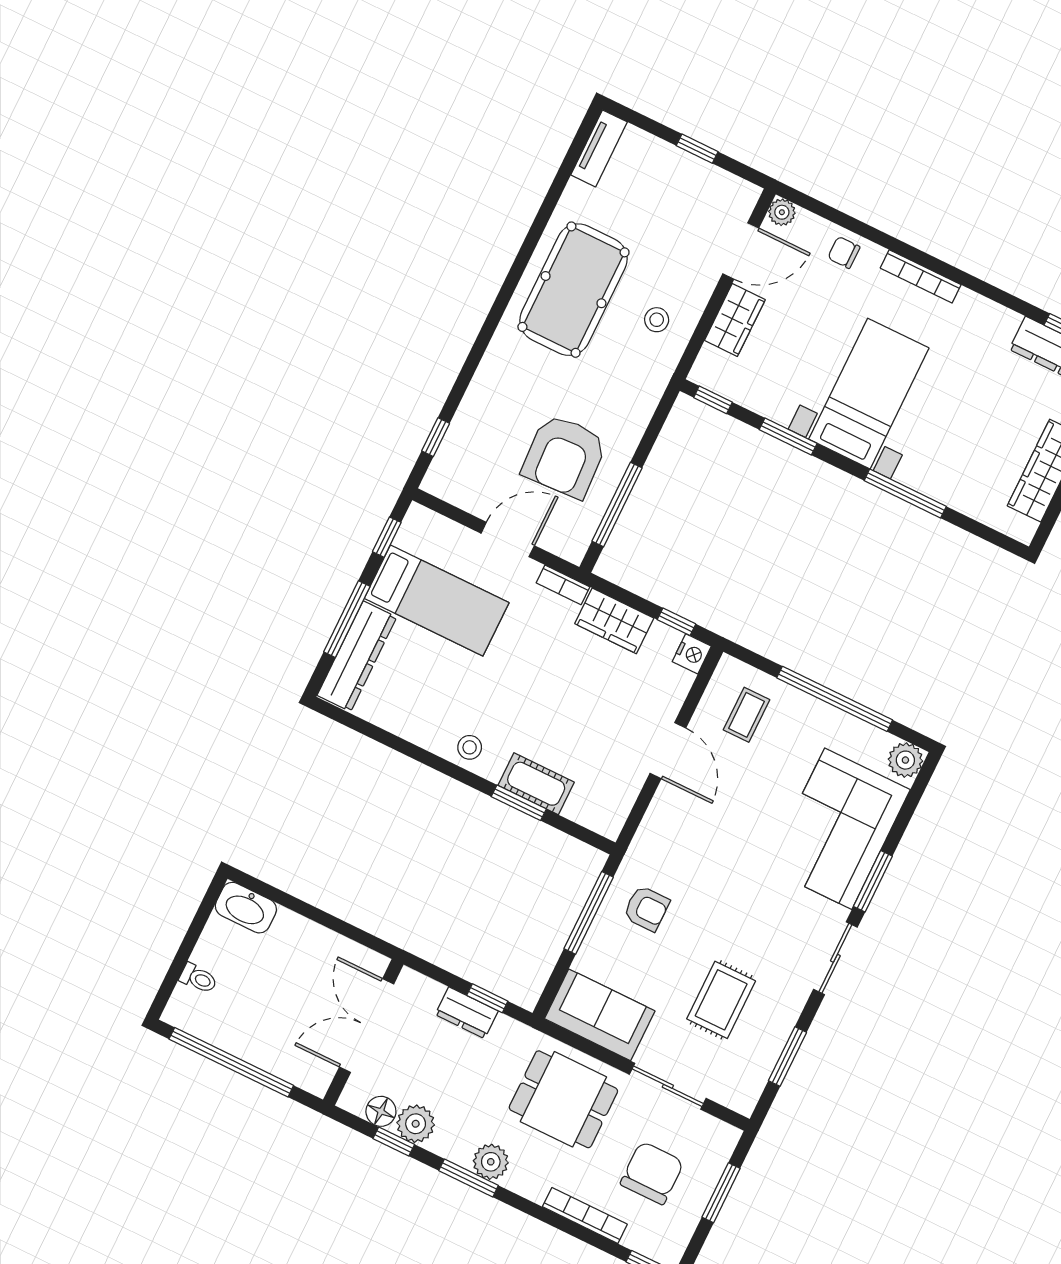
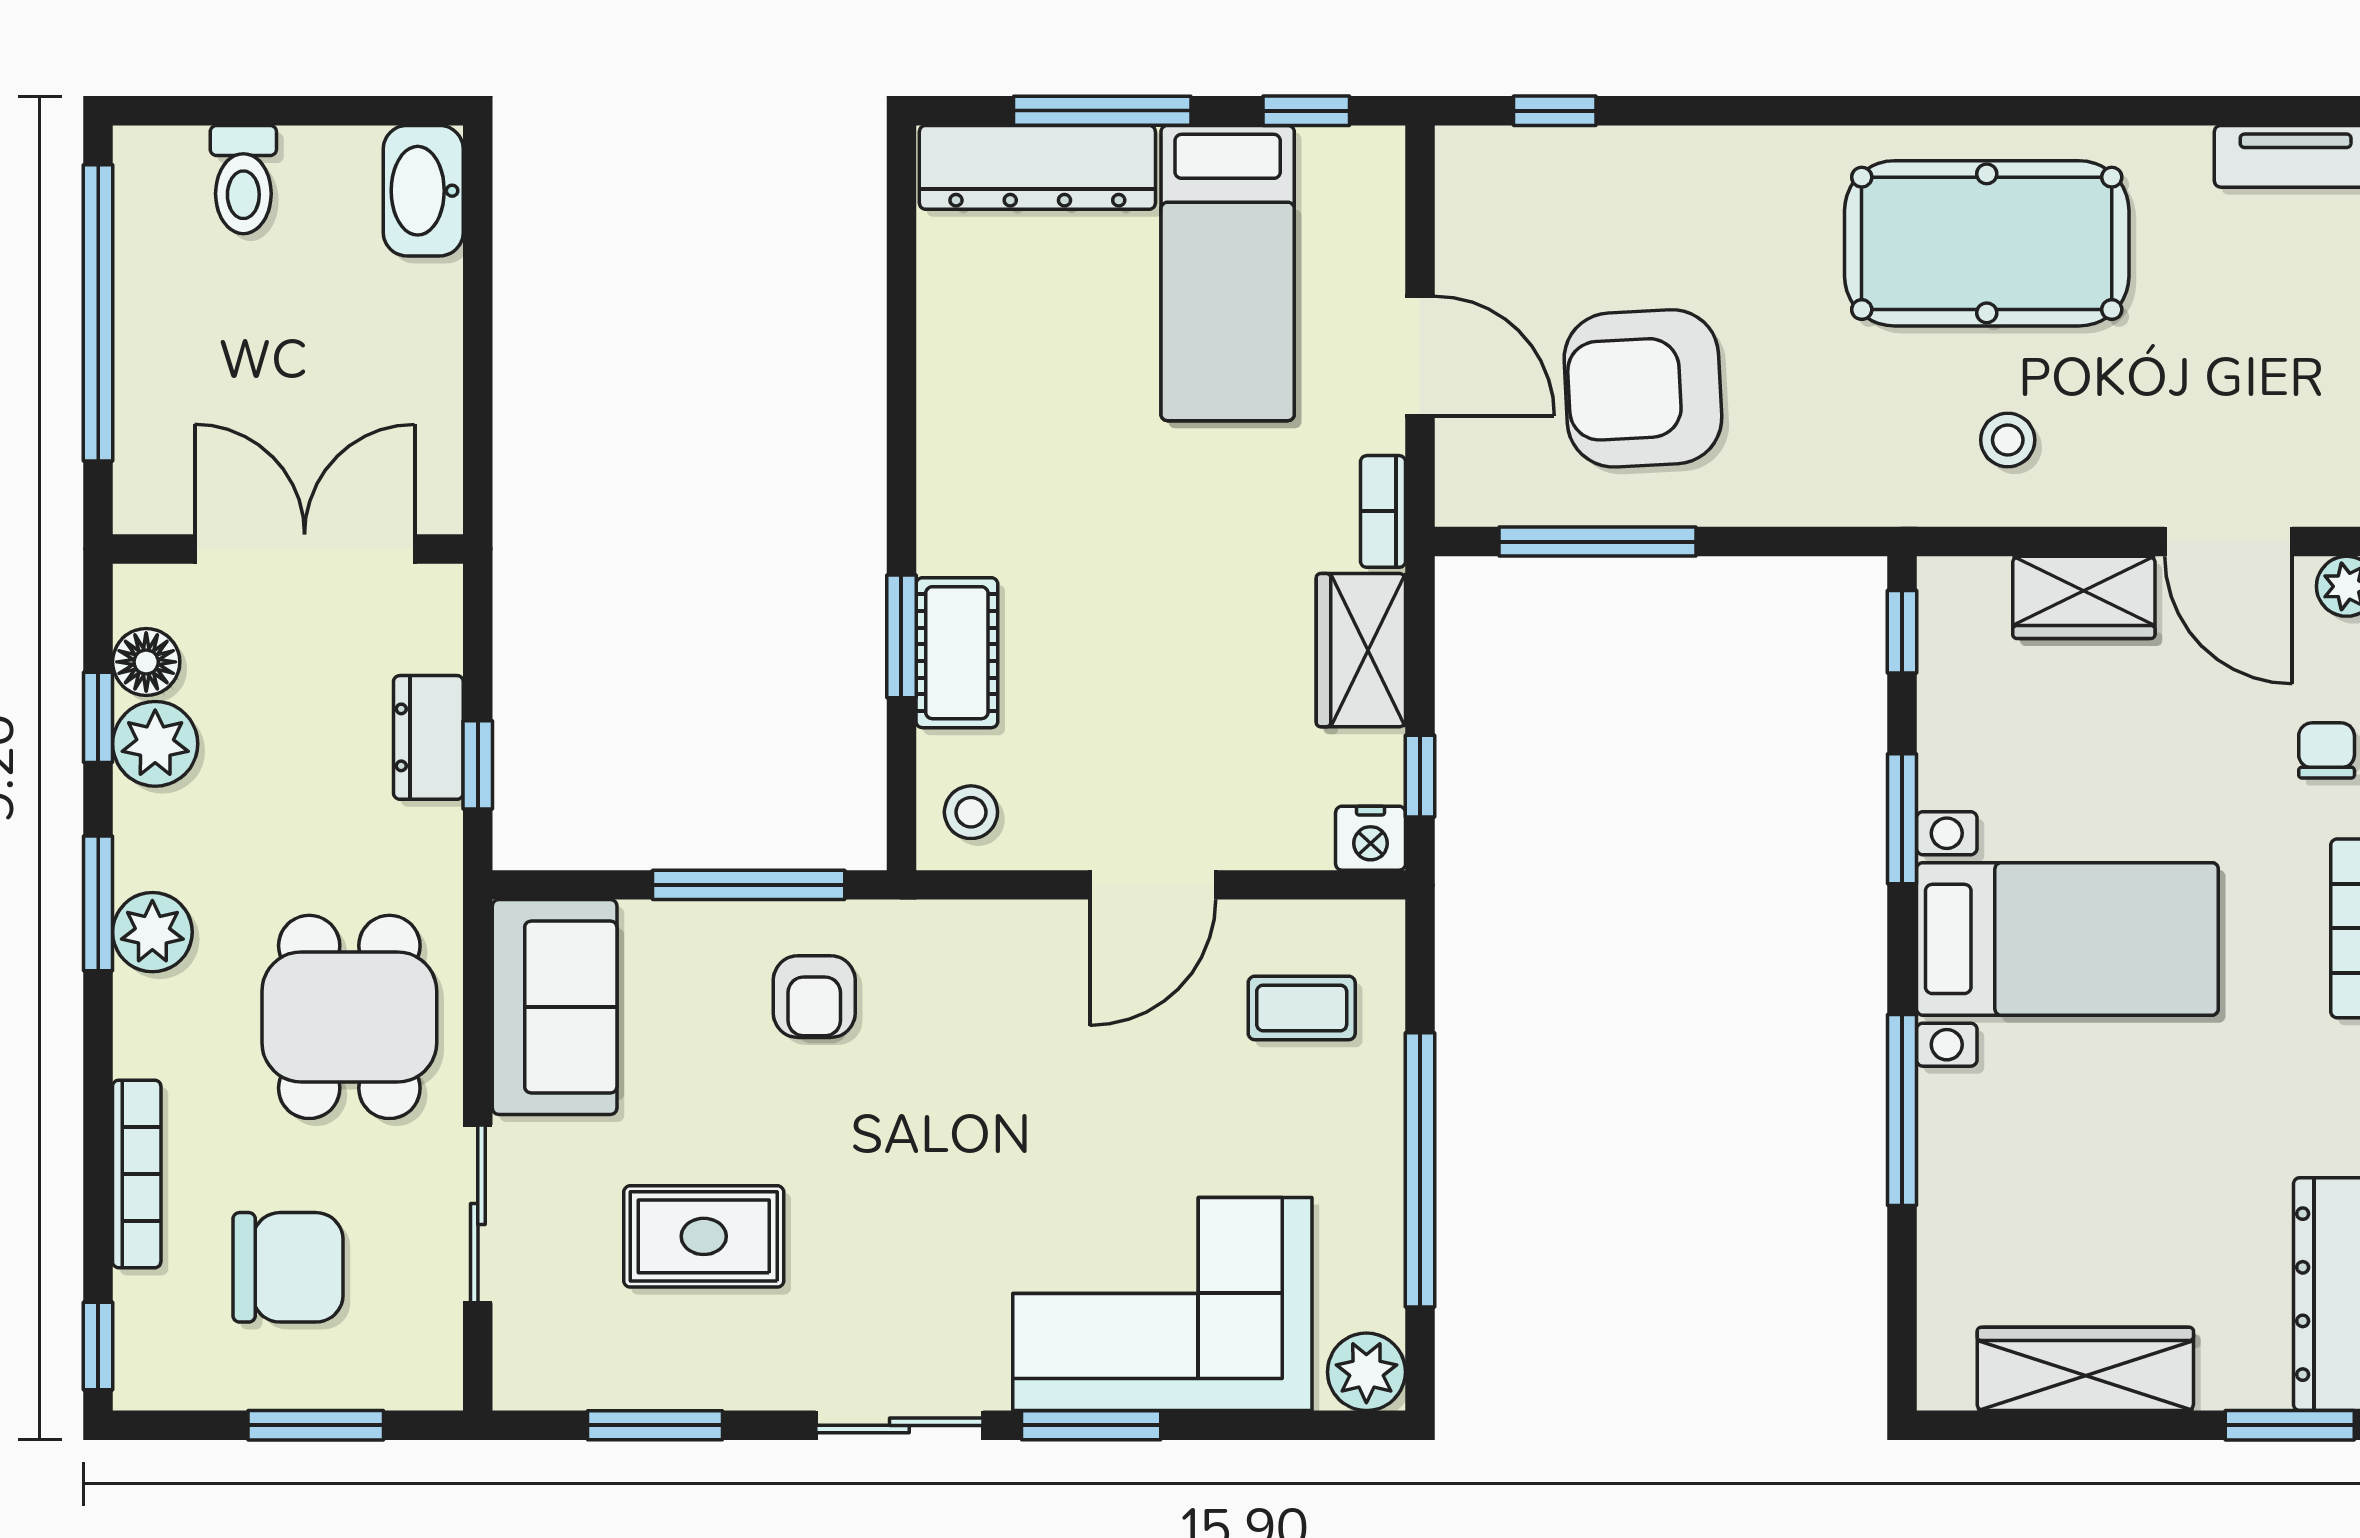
stool: (470, 747) -> (971, 812), moved
toilet: (198, 978) -> (243, 180), width x1.37, depth x1.39

